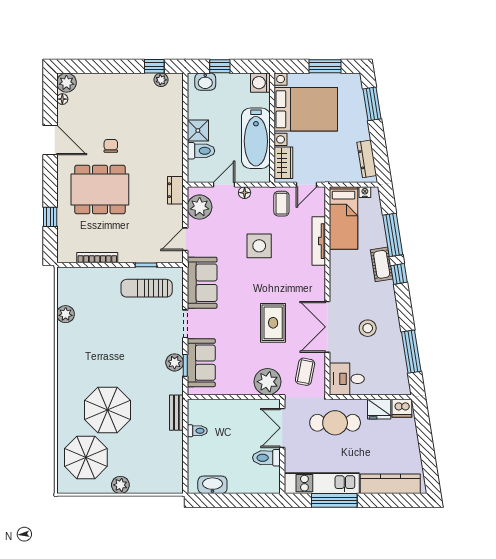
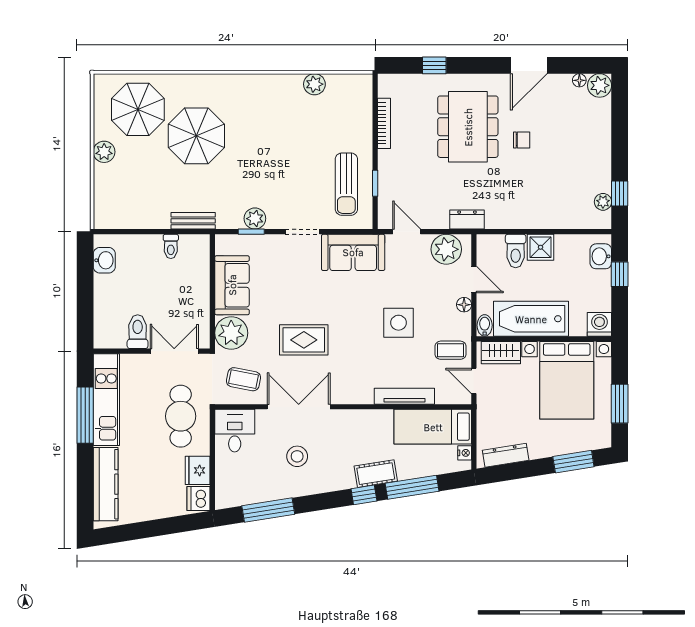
bidet: (261, 176) -> (485, 325), added
sun lounger: (147, 288) -> (346, 184), turned 180
sofa: (201, 363) -> (232, 285), moved, turned -90
washbasin: (212, 485) -> (104, 260), width x0.72

